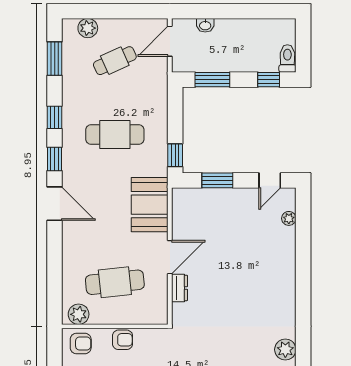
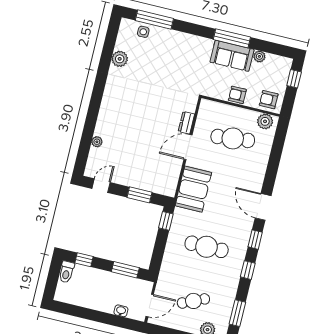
plant: (289, 218) -> (97, 142), moved

